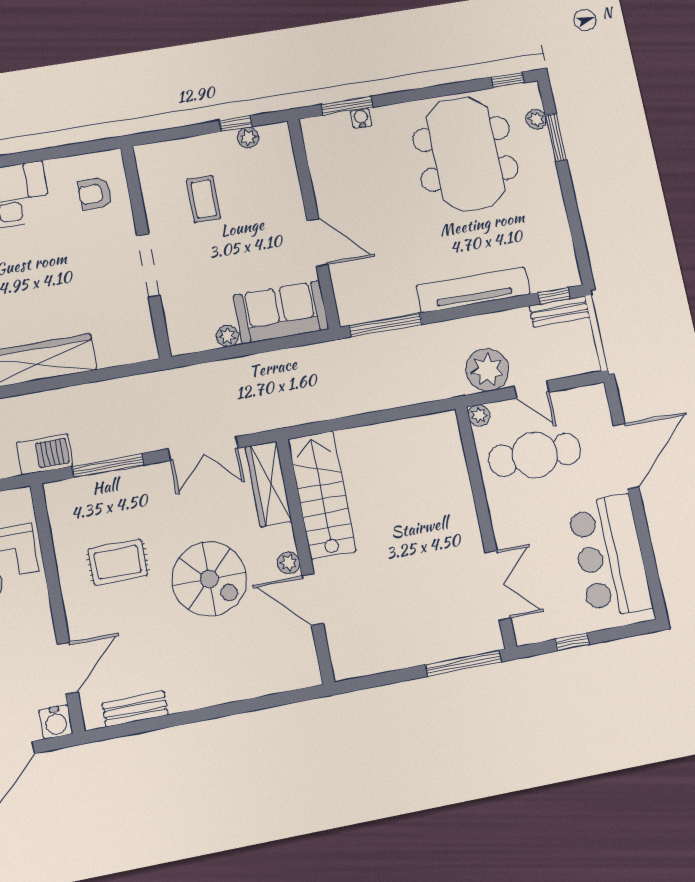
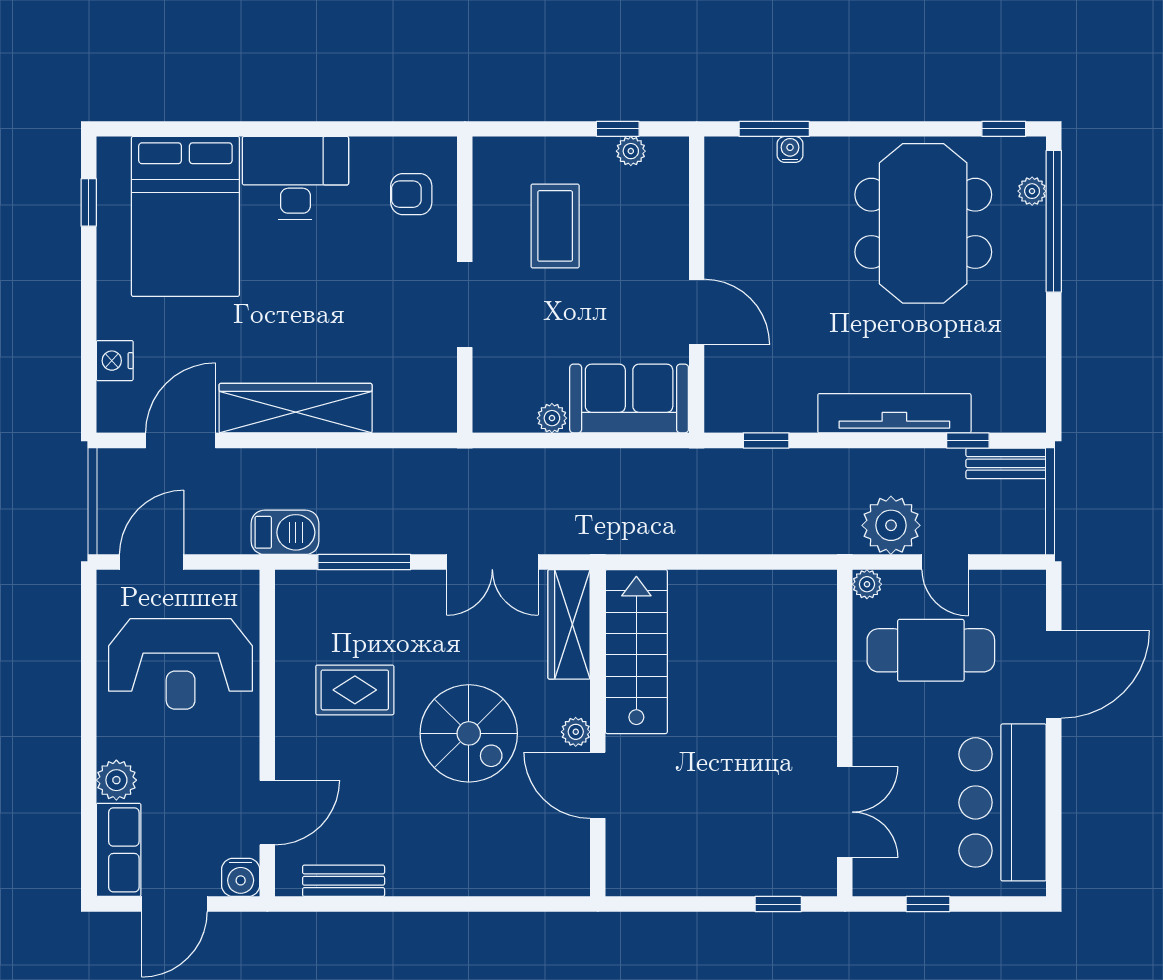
window: (556, 137) -> (1054, 221), width x2.11
coffee table: (204, 199) -> (555, 226), width x1.36, depth x1.30
window: (554, 296) -> (968, 440), moved
window: (386, 325) -> (766, 440), width x0.46
window: (463, 663) -> (778, 904), width x0.46

